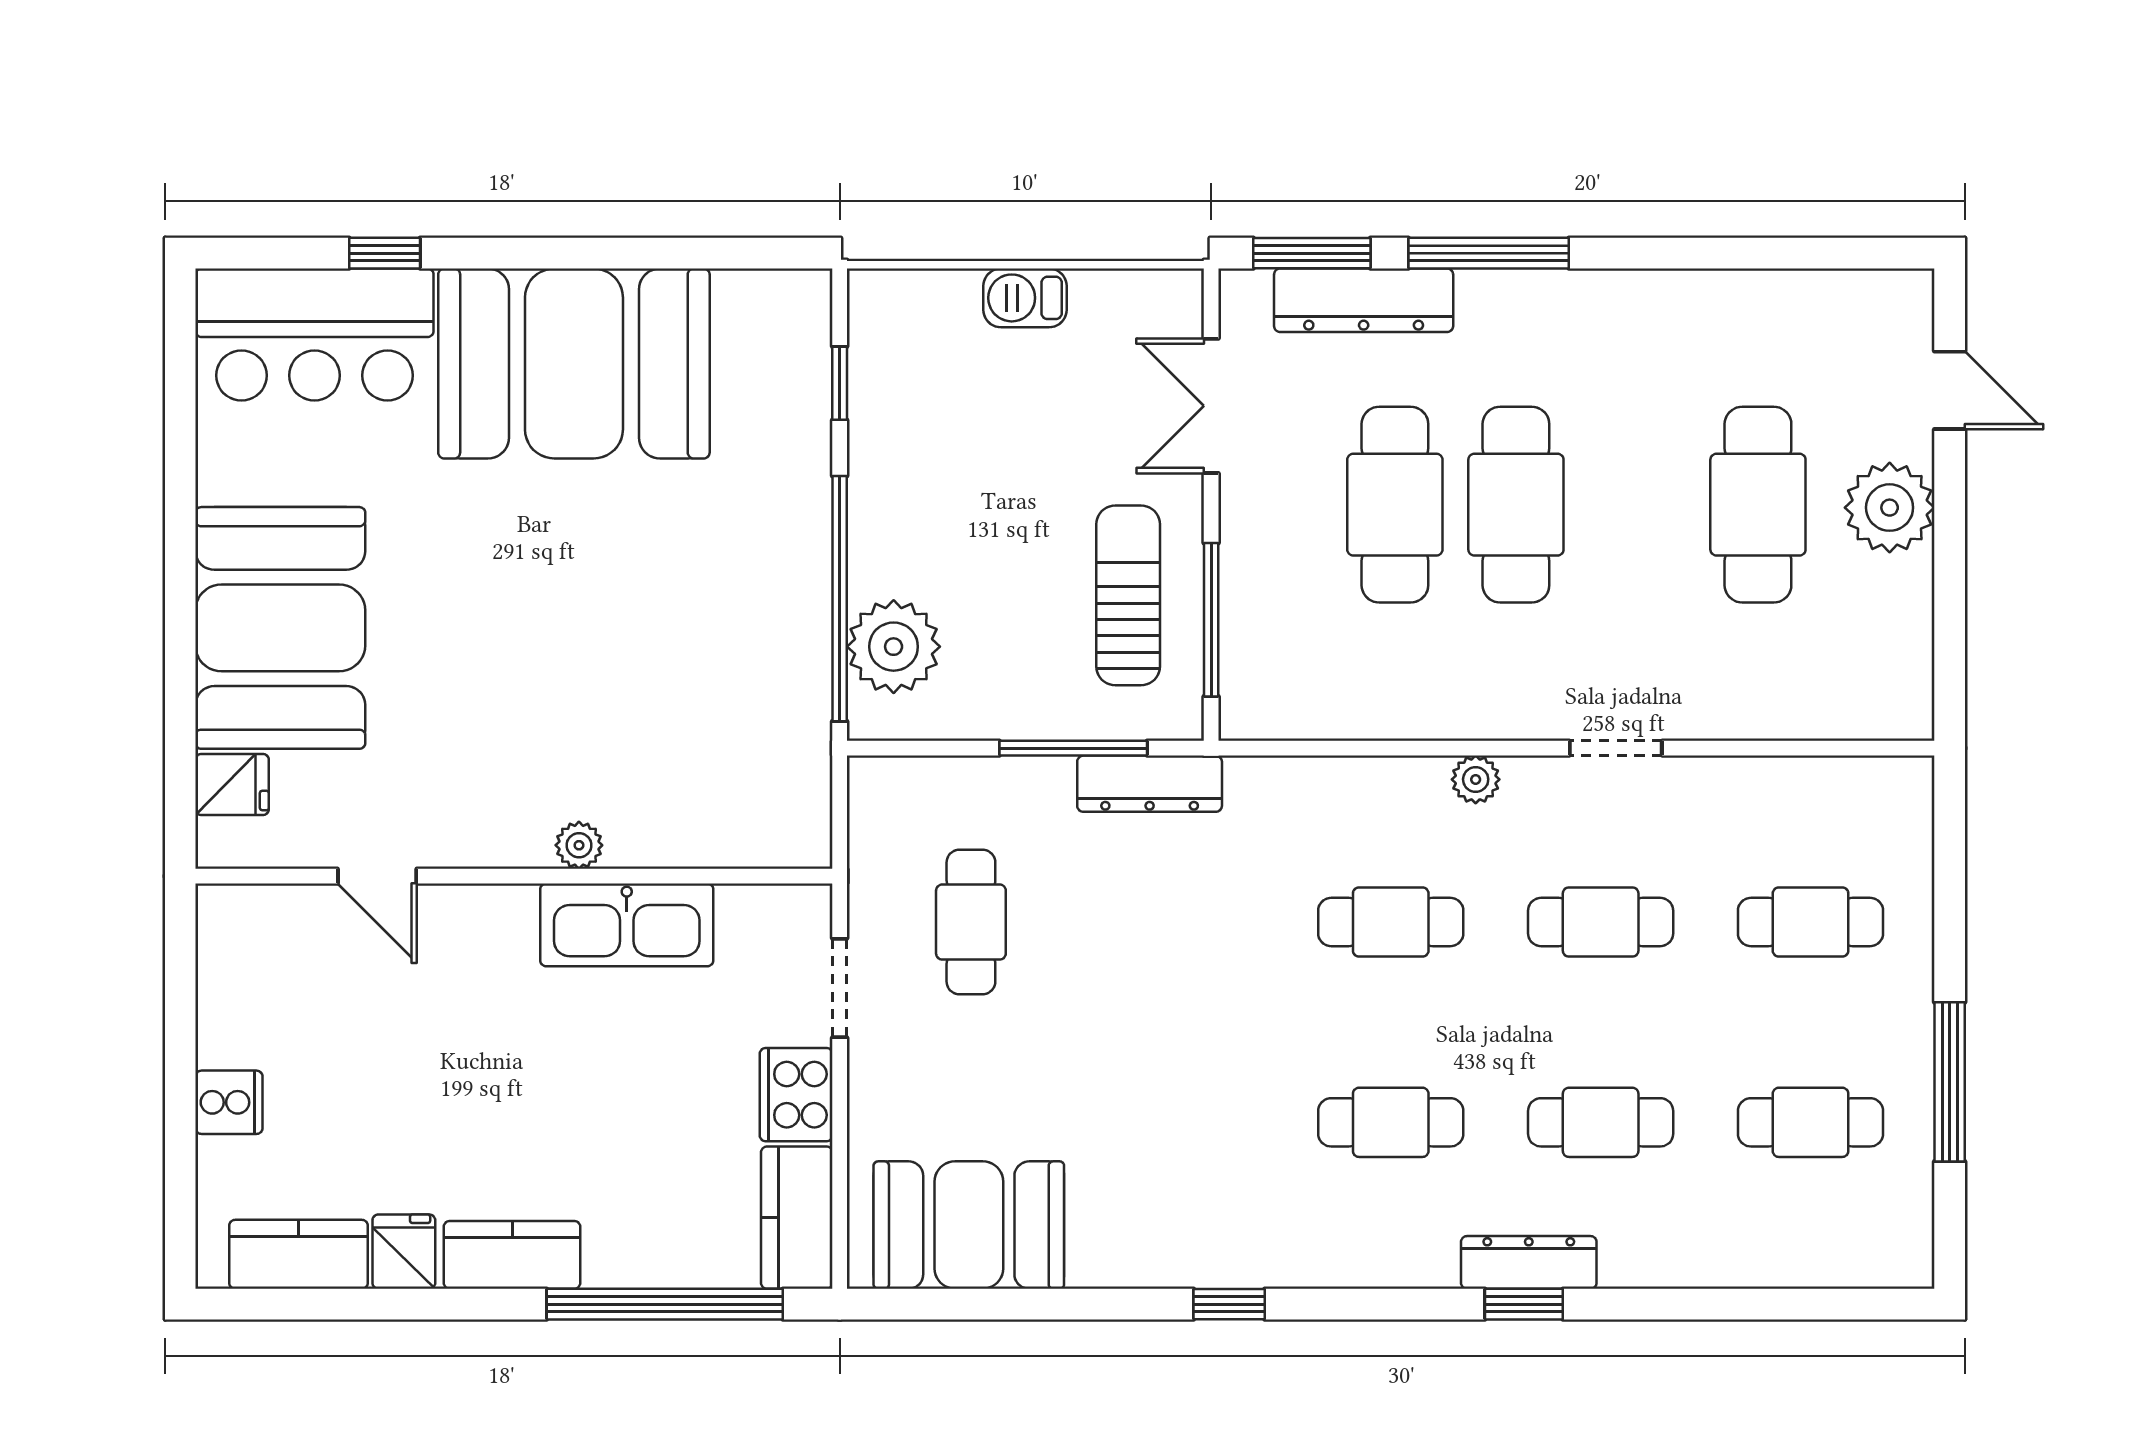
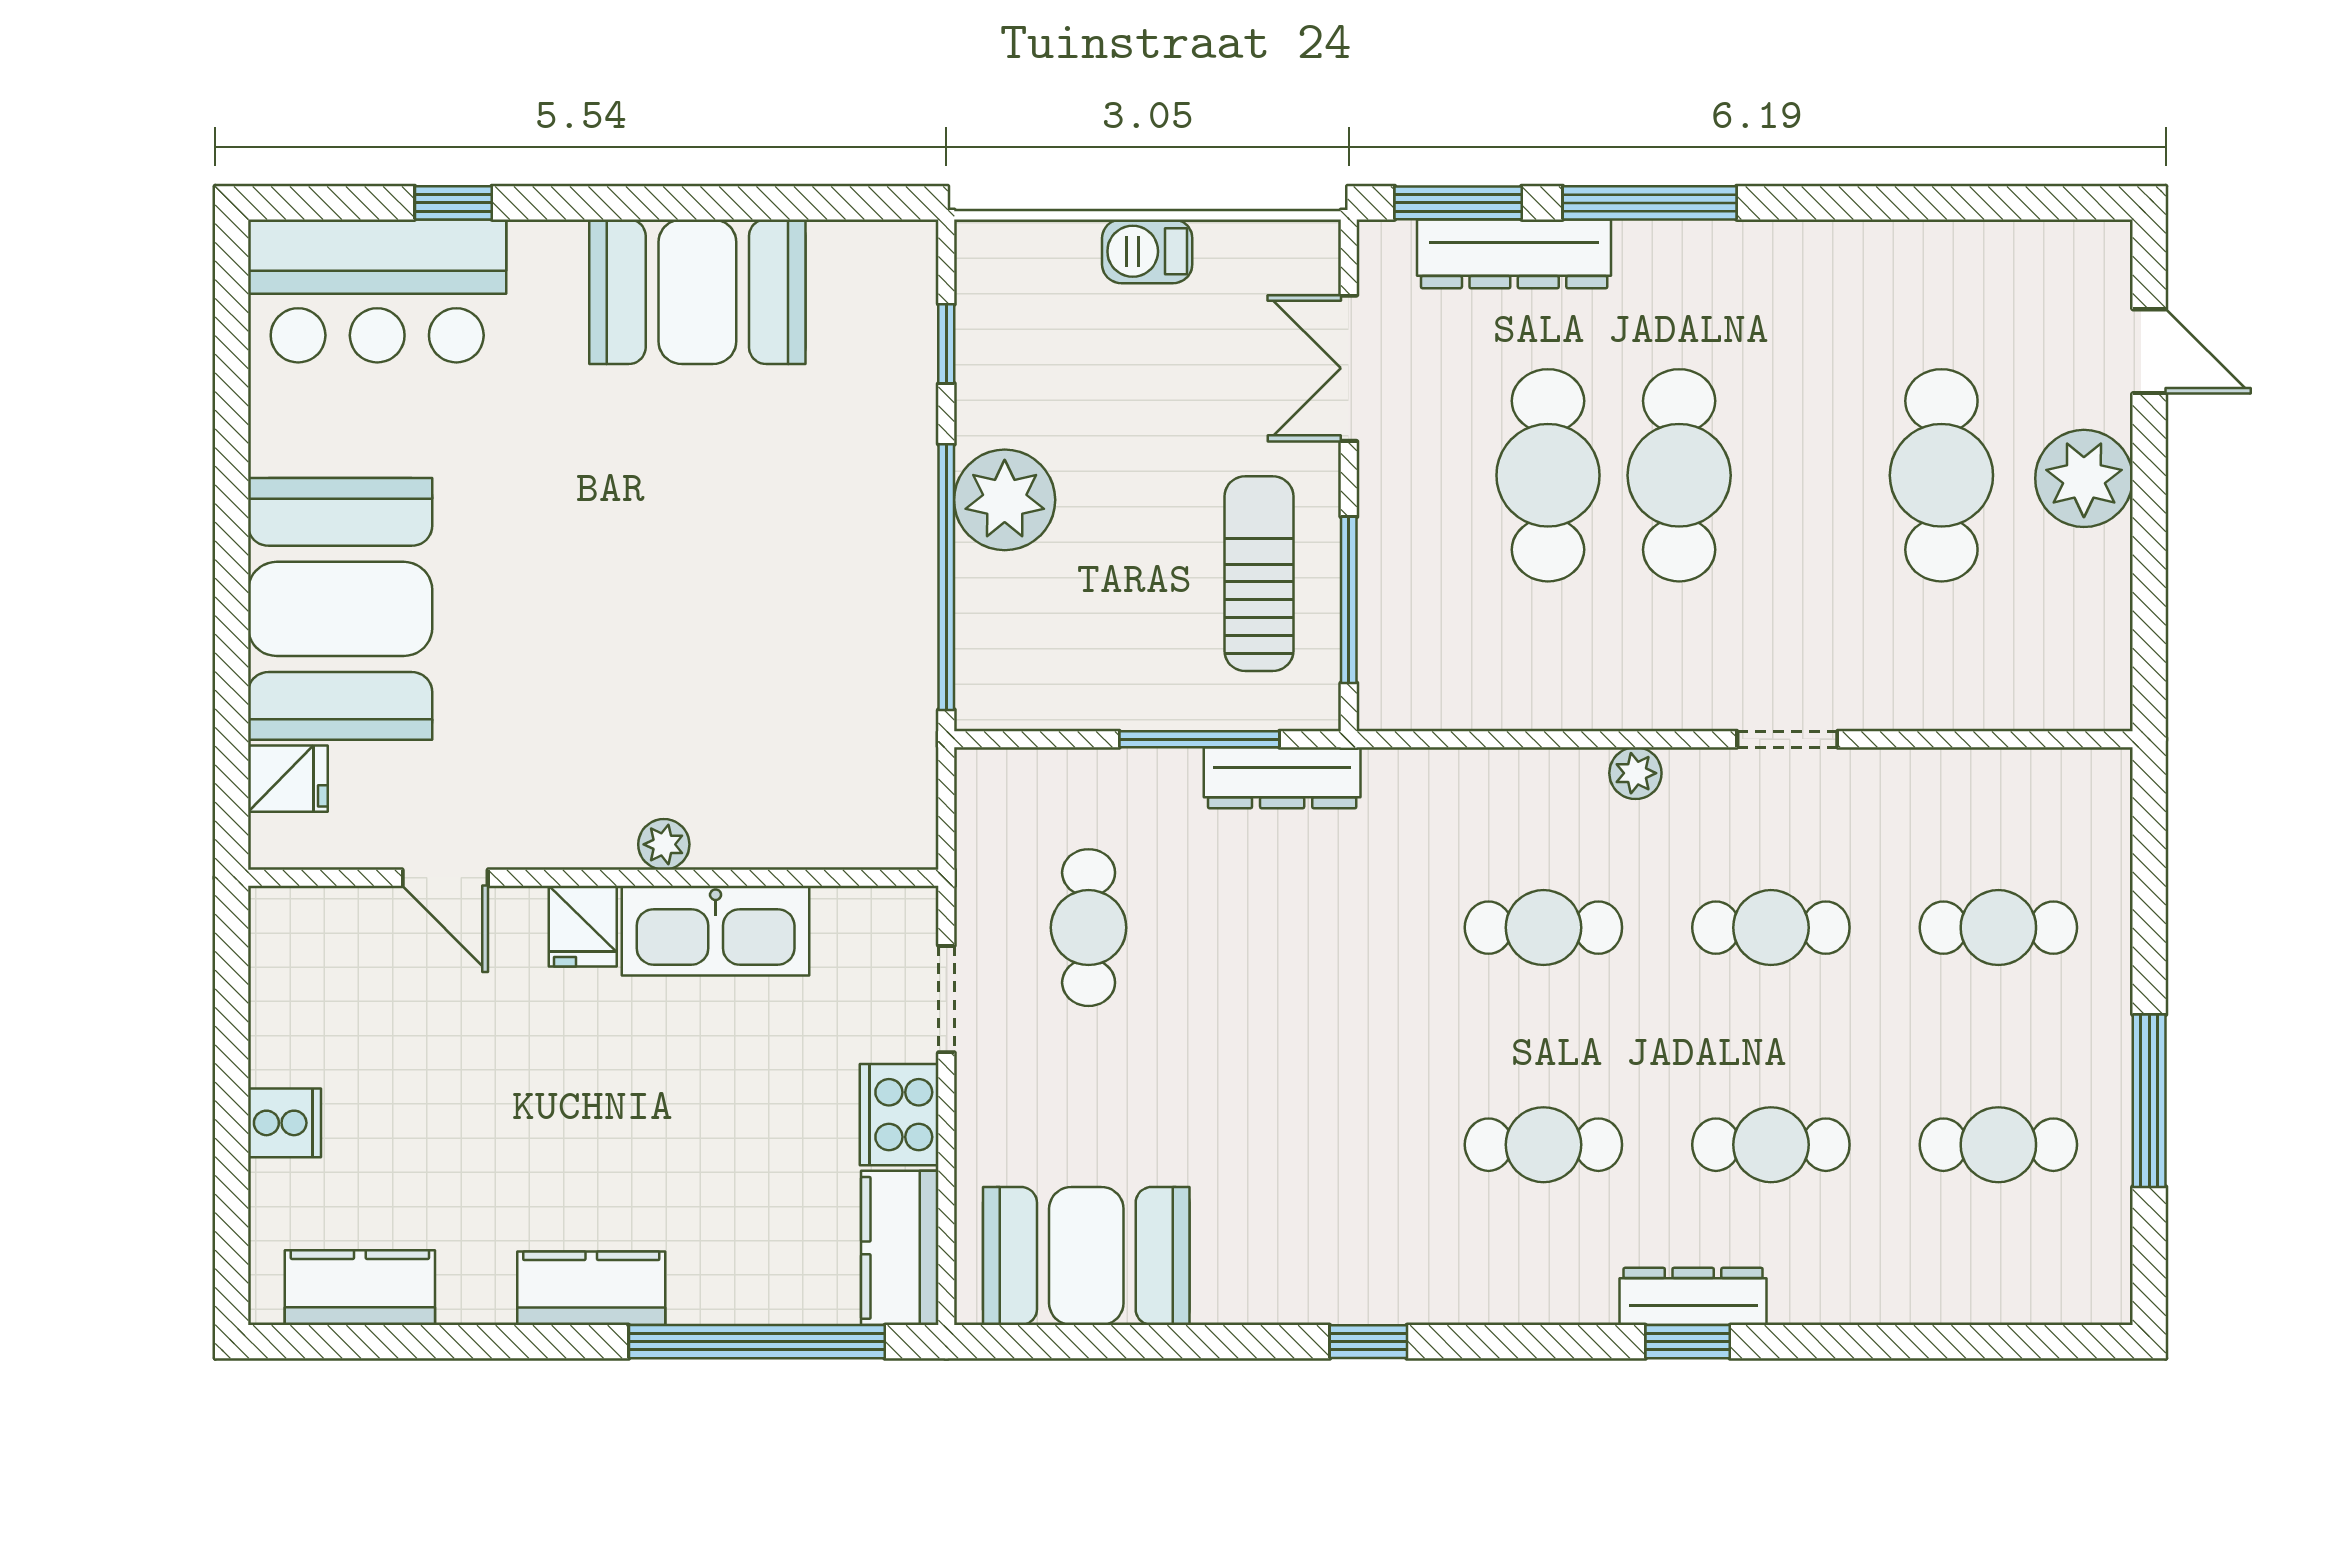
booth: (574, 363) -> (697, 292), width x0.73, depth x0.70
plant: (894, 647) -> (1005, 500), moved
fridge: (404, 1252) -> (583, 926), moved, turned 180

